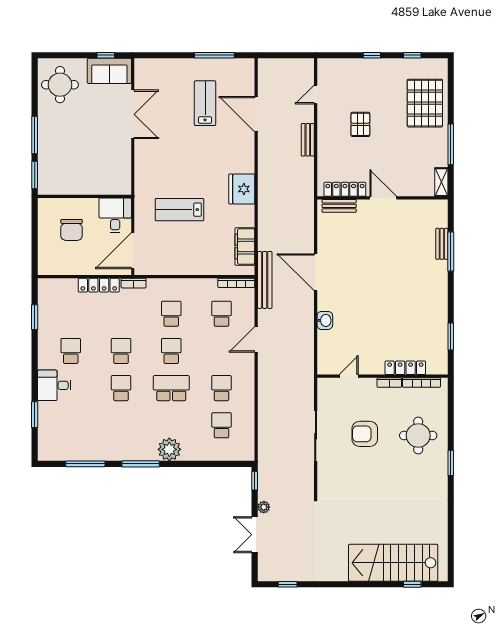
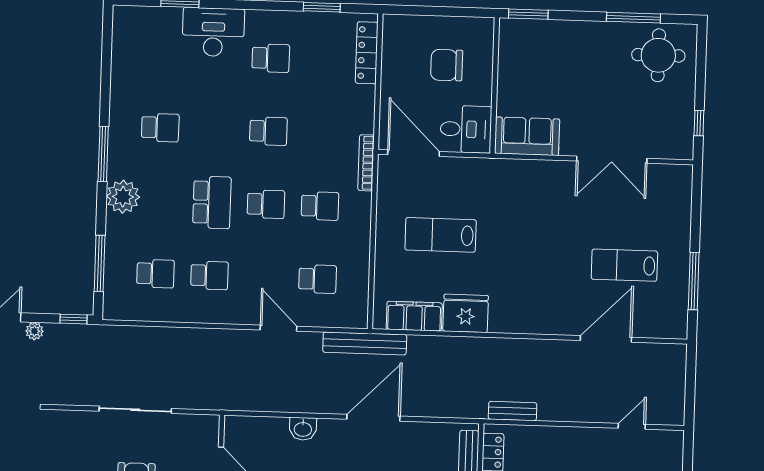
sofa: (109, 71) -> (527, 136), moved, turned 90
door: (316, 94) -> (632, 426), hinge flipped
lab bench: (205, 103) -> (624, 265), turned 180
window: (35, 135) -> (634, 18), moved
bench: (308, 140) -> (513, 411), moved
fridge: (242, 189) -> (466, 313), moved
lab bench: (179, 210) -> (441, 235), moved, turned -90
bookcase: (134, 283) -> (366, 163), width x1.56
bookcase: (236, 283) -> (362, 302), removed
locker: (99, 285) -> (367, 53), moved
desk: (54, 385) -> (213, 32), width x1.37
school desk: (121, 388) -> (160, 128), moved
window: (85, 464) -> (100, 263), moved

